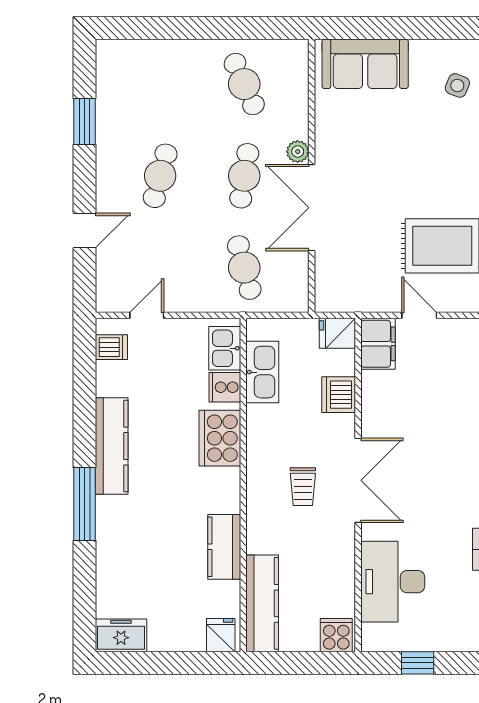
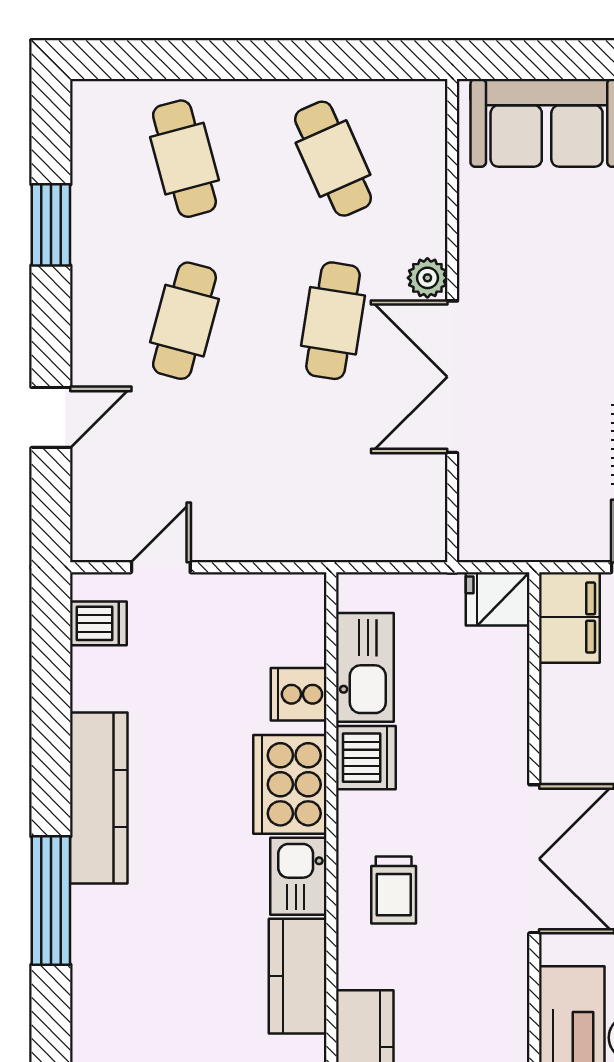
cafe table: (244, 268) -> (184, 159), moved
kitchen sink: (225, 348) -> (298, 876), moved
dishwasher: (339, 395) -> (366, 758), moved, turned 180
trolley: (303, 487) -> (394, 890), moved

